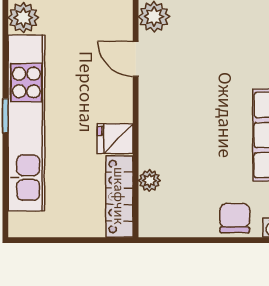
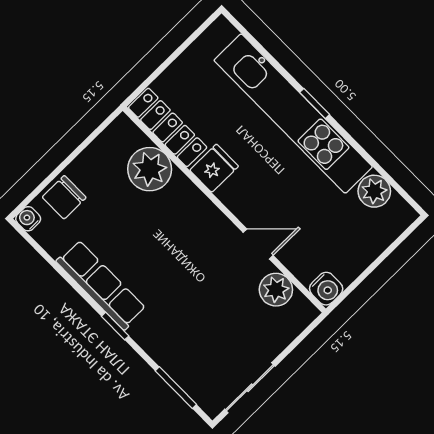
plant: (149, 181) -> (150, 169), width x1.88, depth x1.88
chair: (235, 218) -> (64, 197), turned 90

